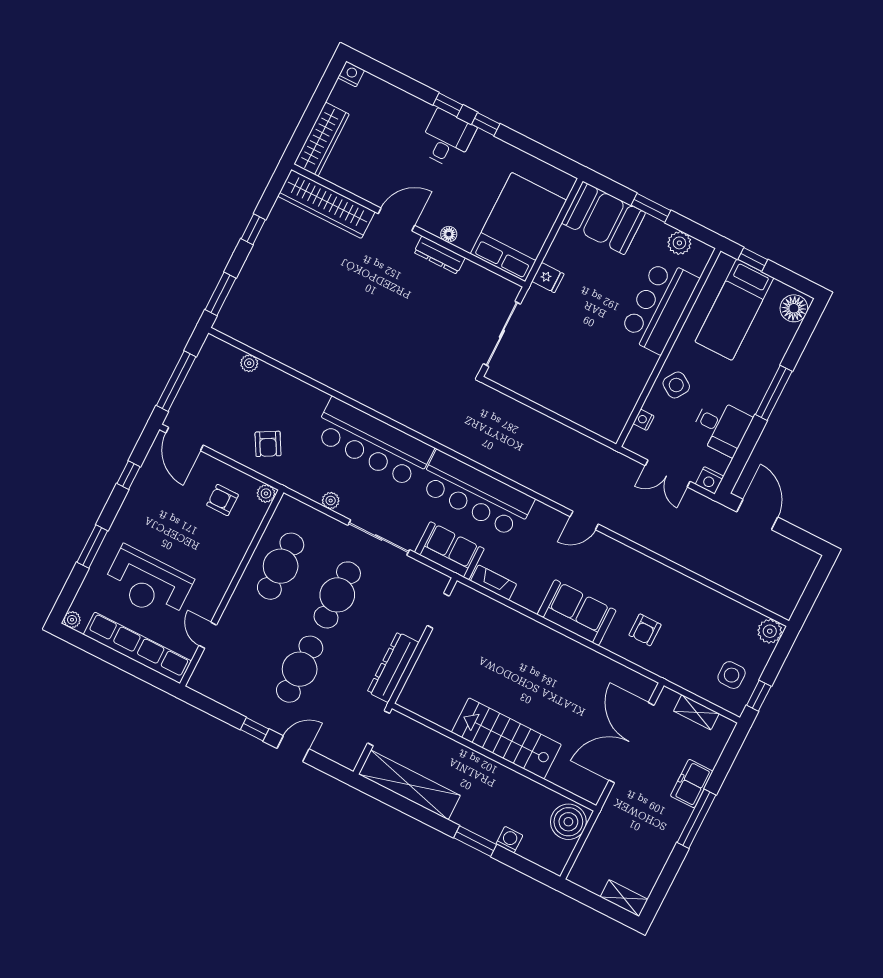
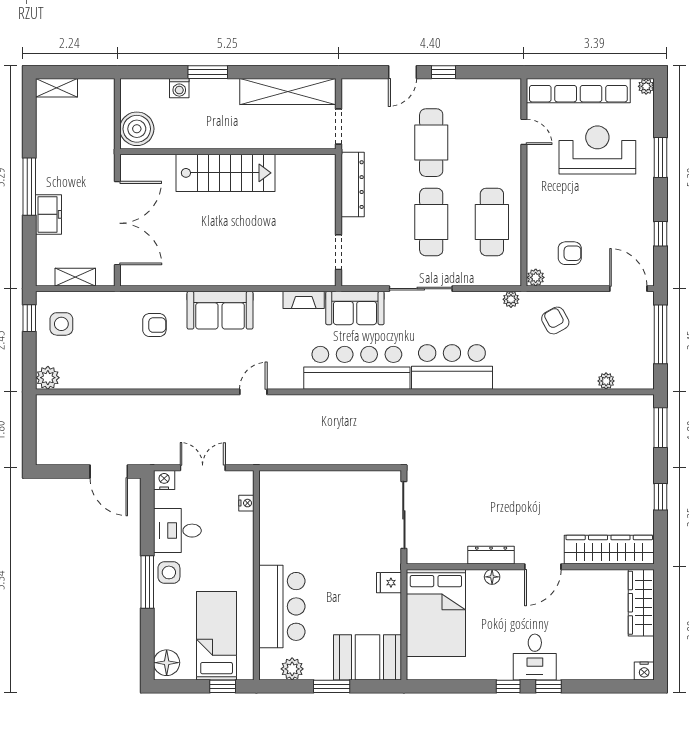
side table: (676, 385) -> (169, 572), moved, turned -33
bar counter: (373, 443) -> (452, 367), width x0.73
plant: (331, 501) -> (511, 299), moved
armchair: (645, 630) -> (154, 325), turned 90

